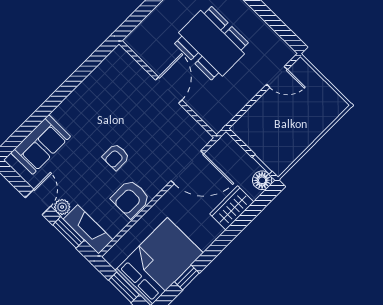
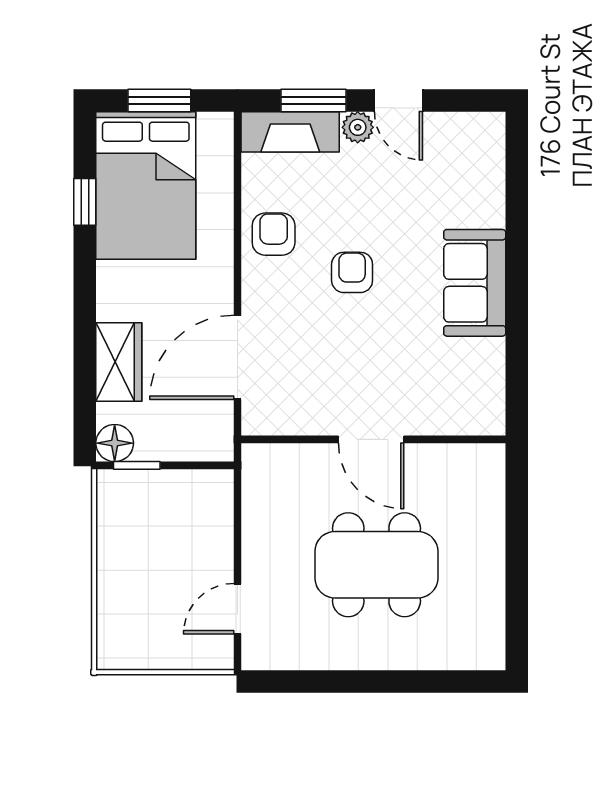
sofa: (41, 145) -> (475, 283), moved
armchair: (130, 199) -> (274, 234), width x0.72, depth x0.72

